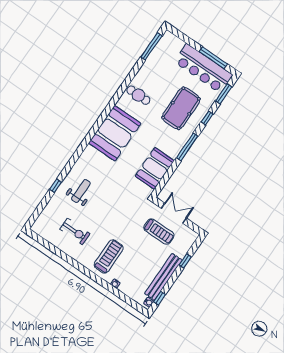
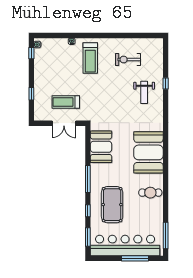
window: (213, 58) -> (135, 258), moved
bar counter: (203, 68) -> (125, 246), width x1.36
bench: (163, 277) -> (39, 71), removed

